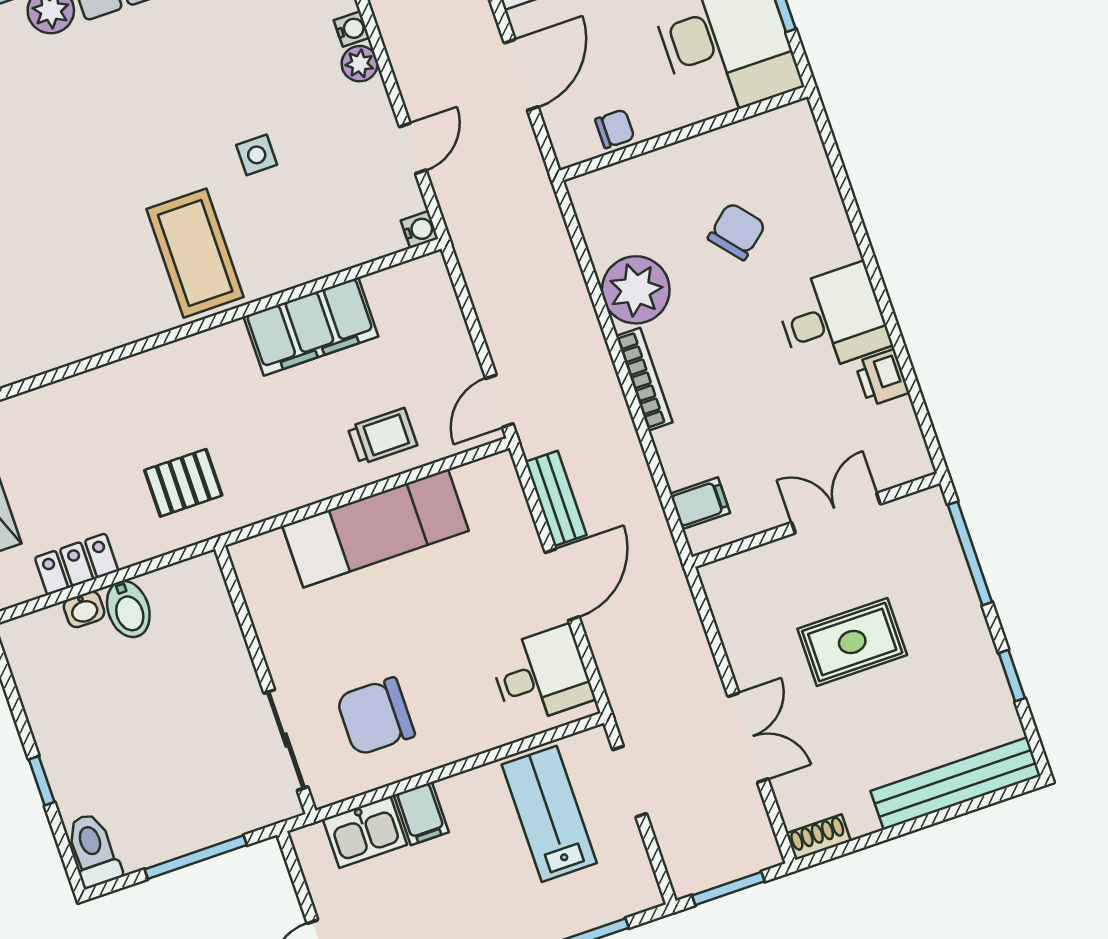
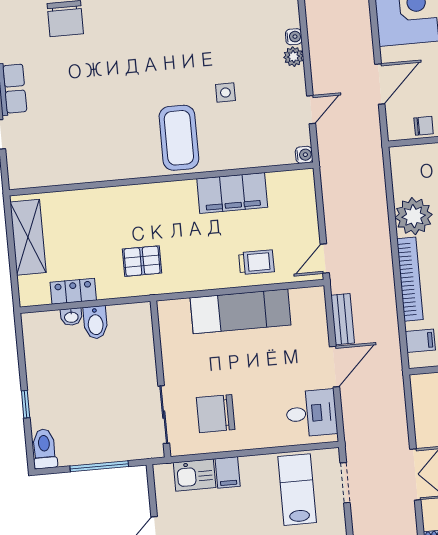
bookcase: (644, 379) -> (410, 279), width x1.48, depth x1.31

